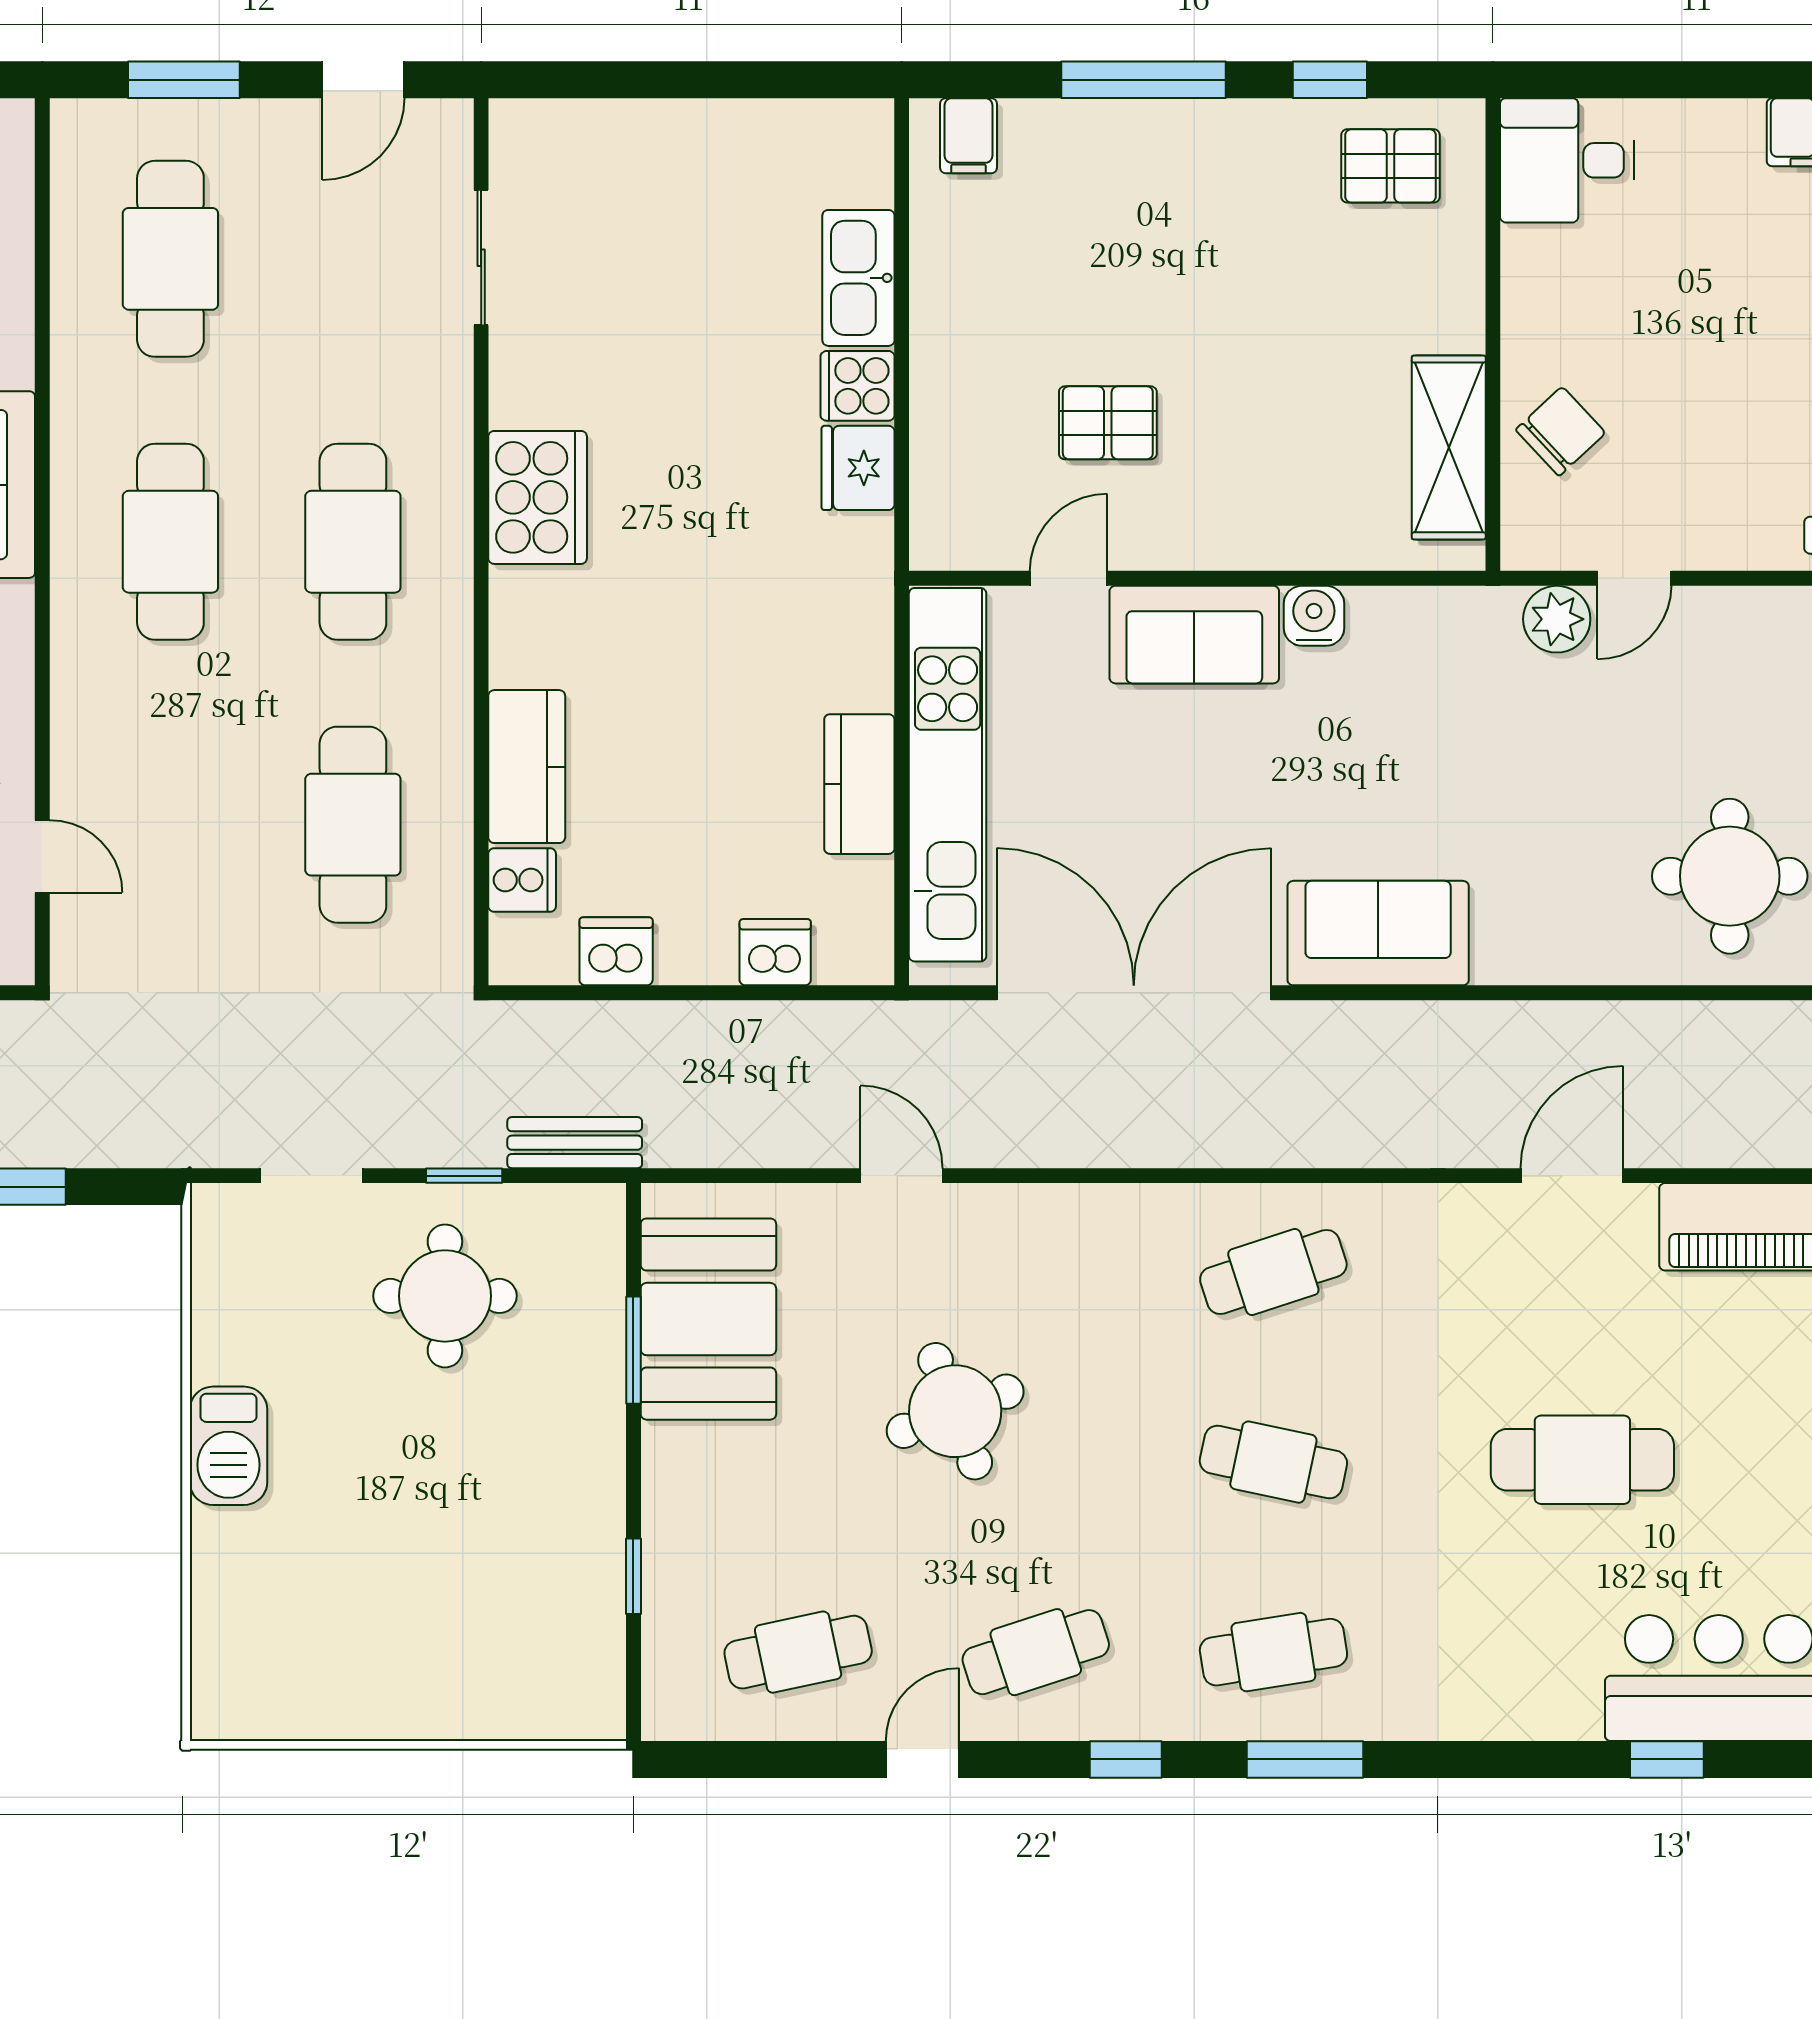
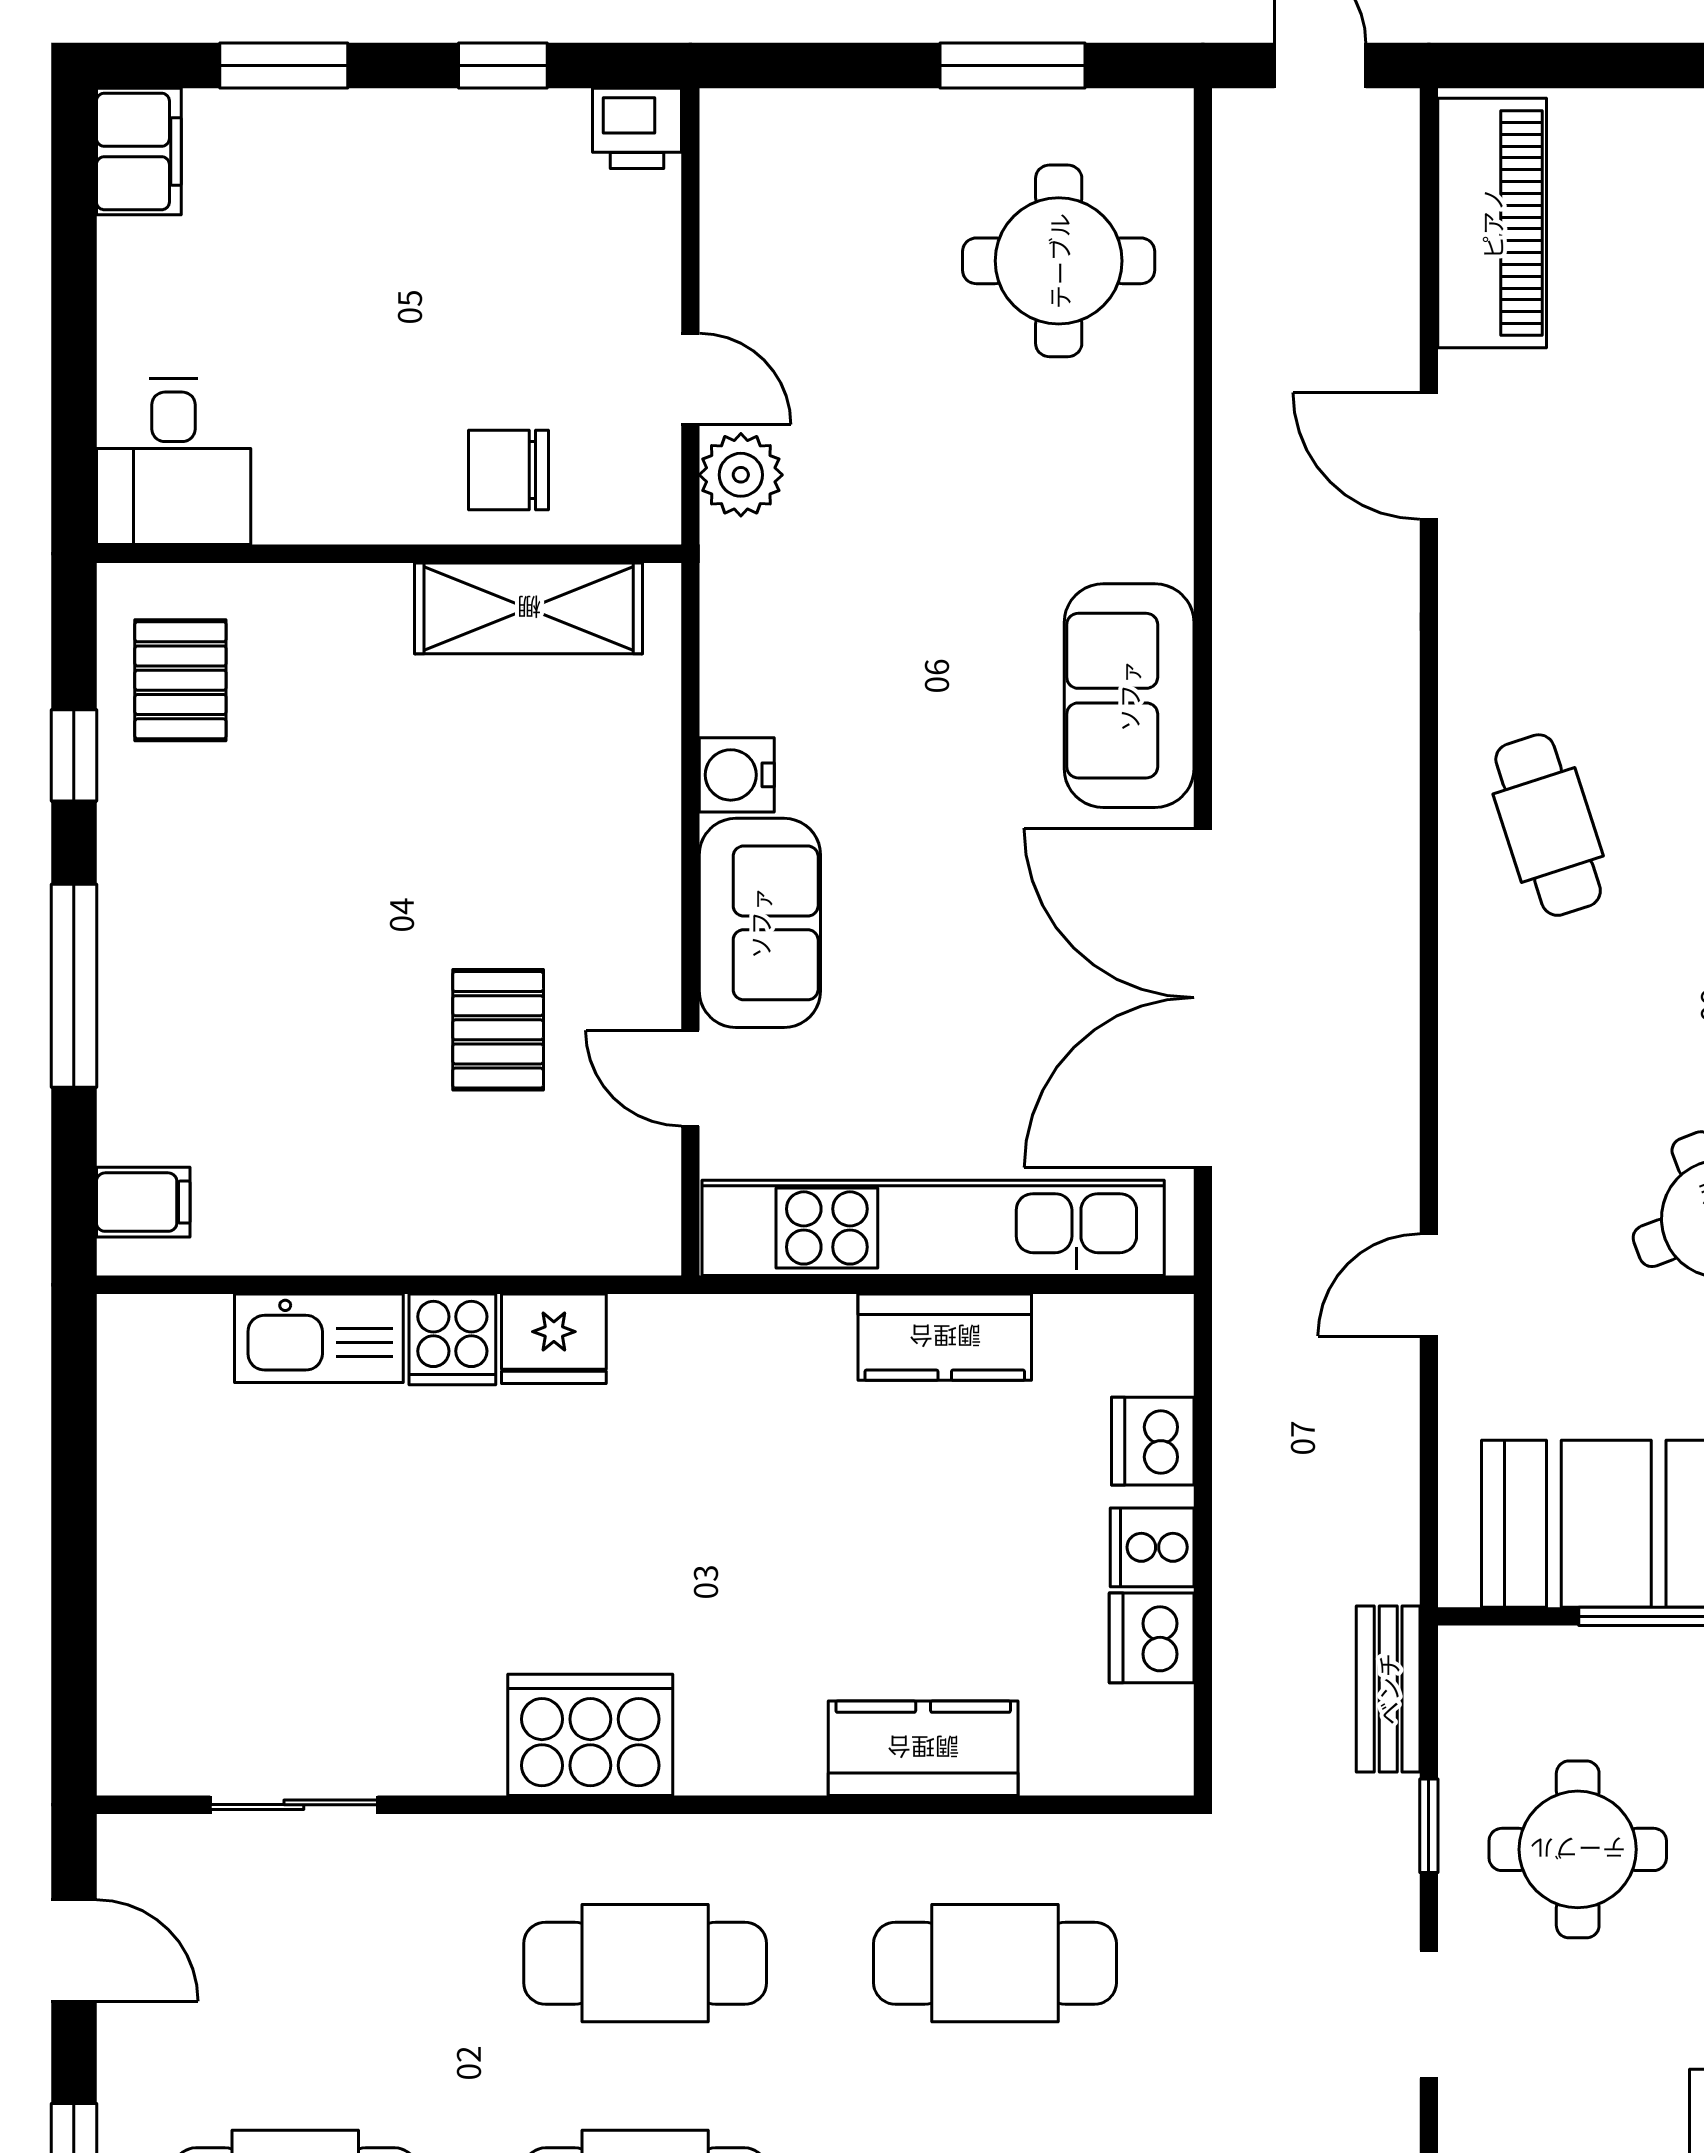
chair: (1561, 431) -> (509, 470), turned -47
cooker: (522, 880) -> (1152, 1547), moved, turned -90

